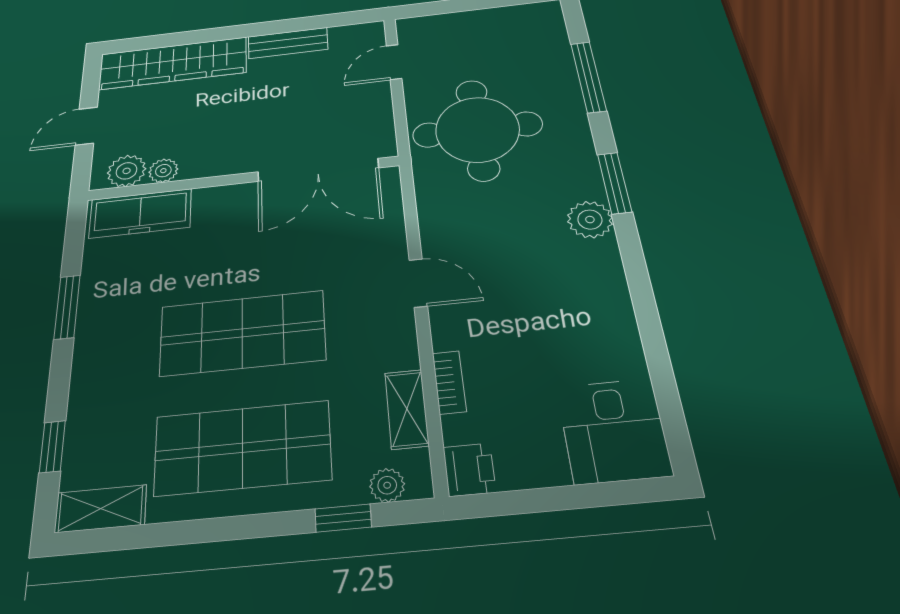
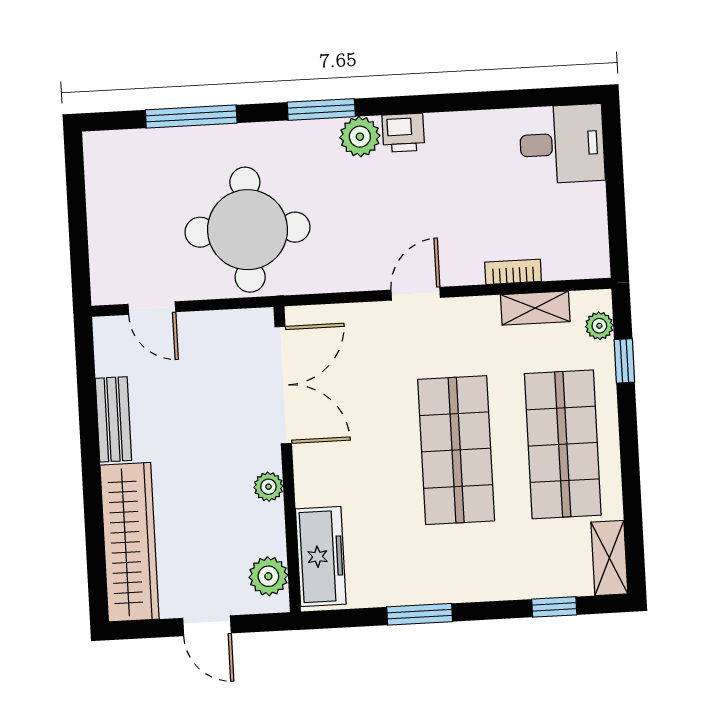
plant: (163, 171) -> (268, 487), moved
printer: (469, 470) -> (403, 133), moved, turned 180

